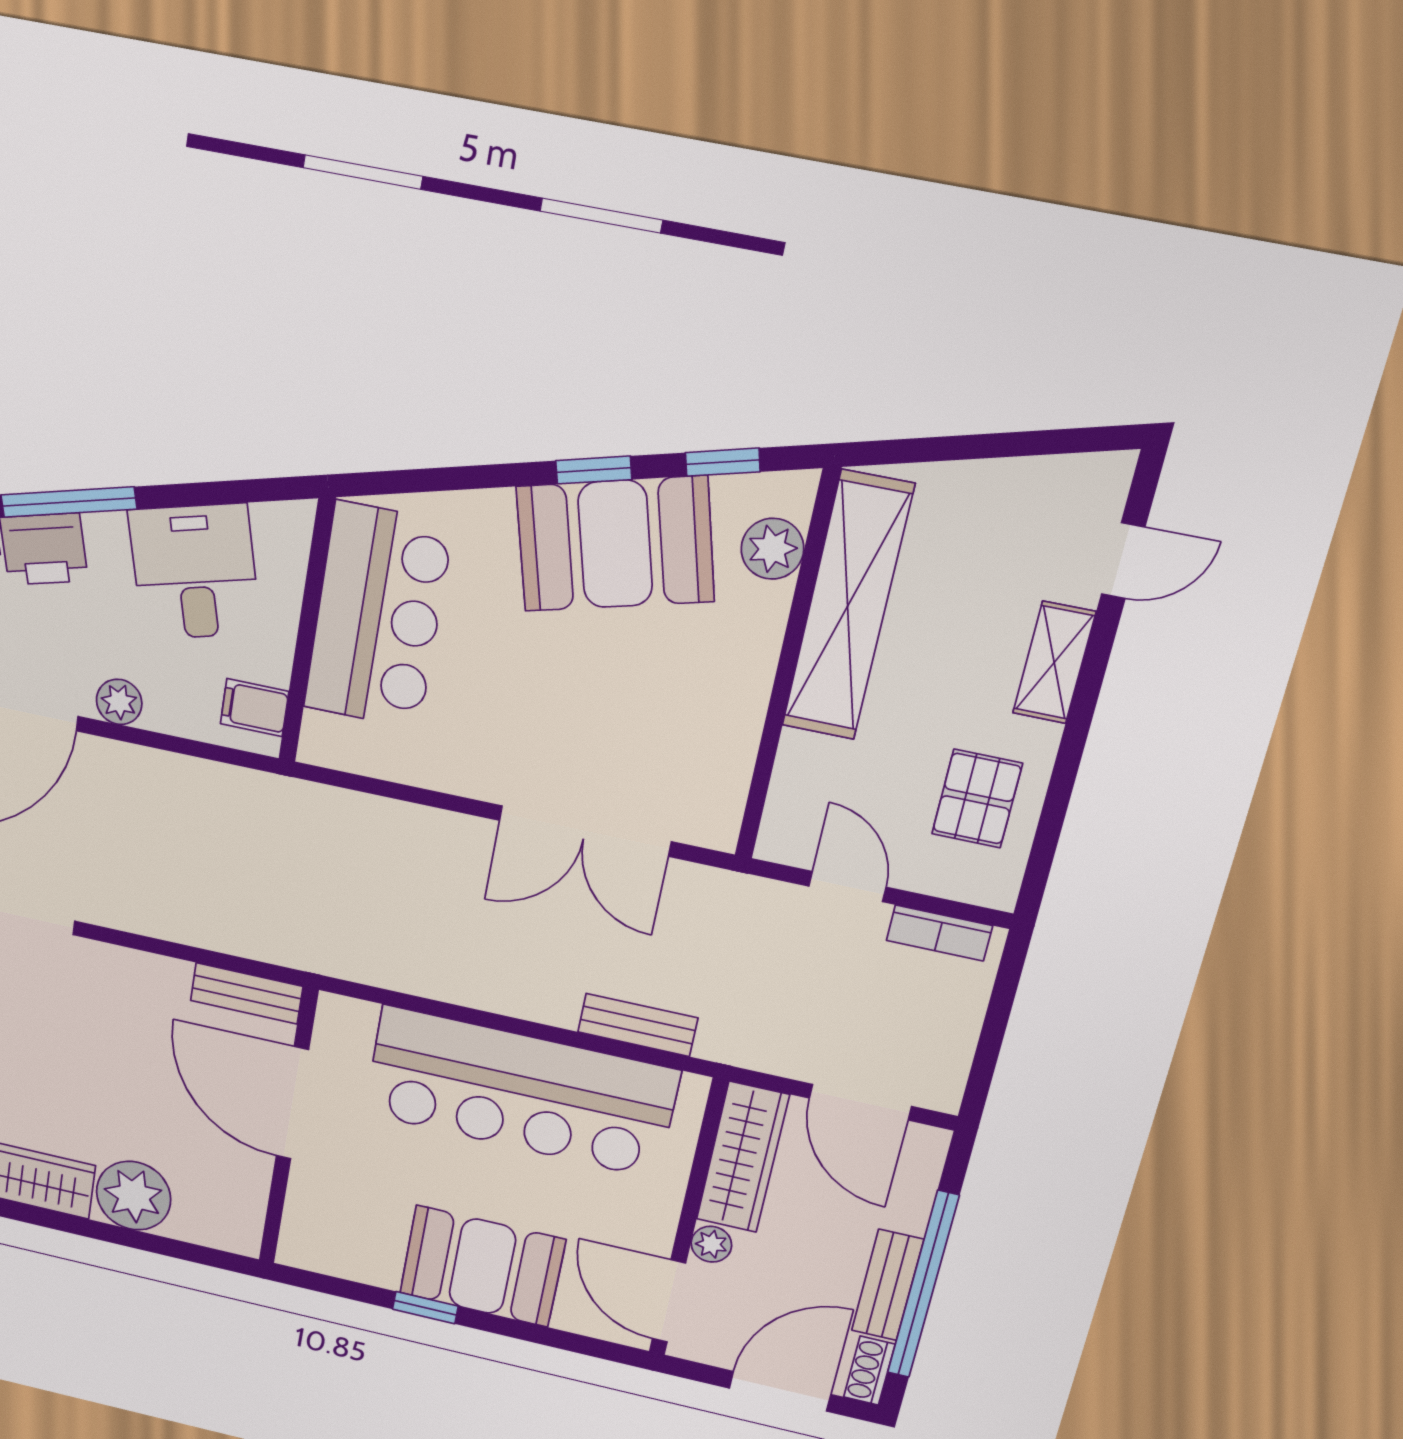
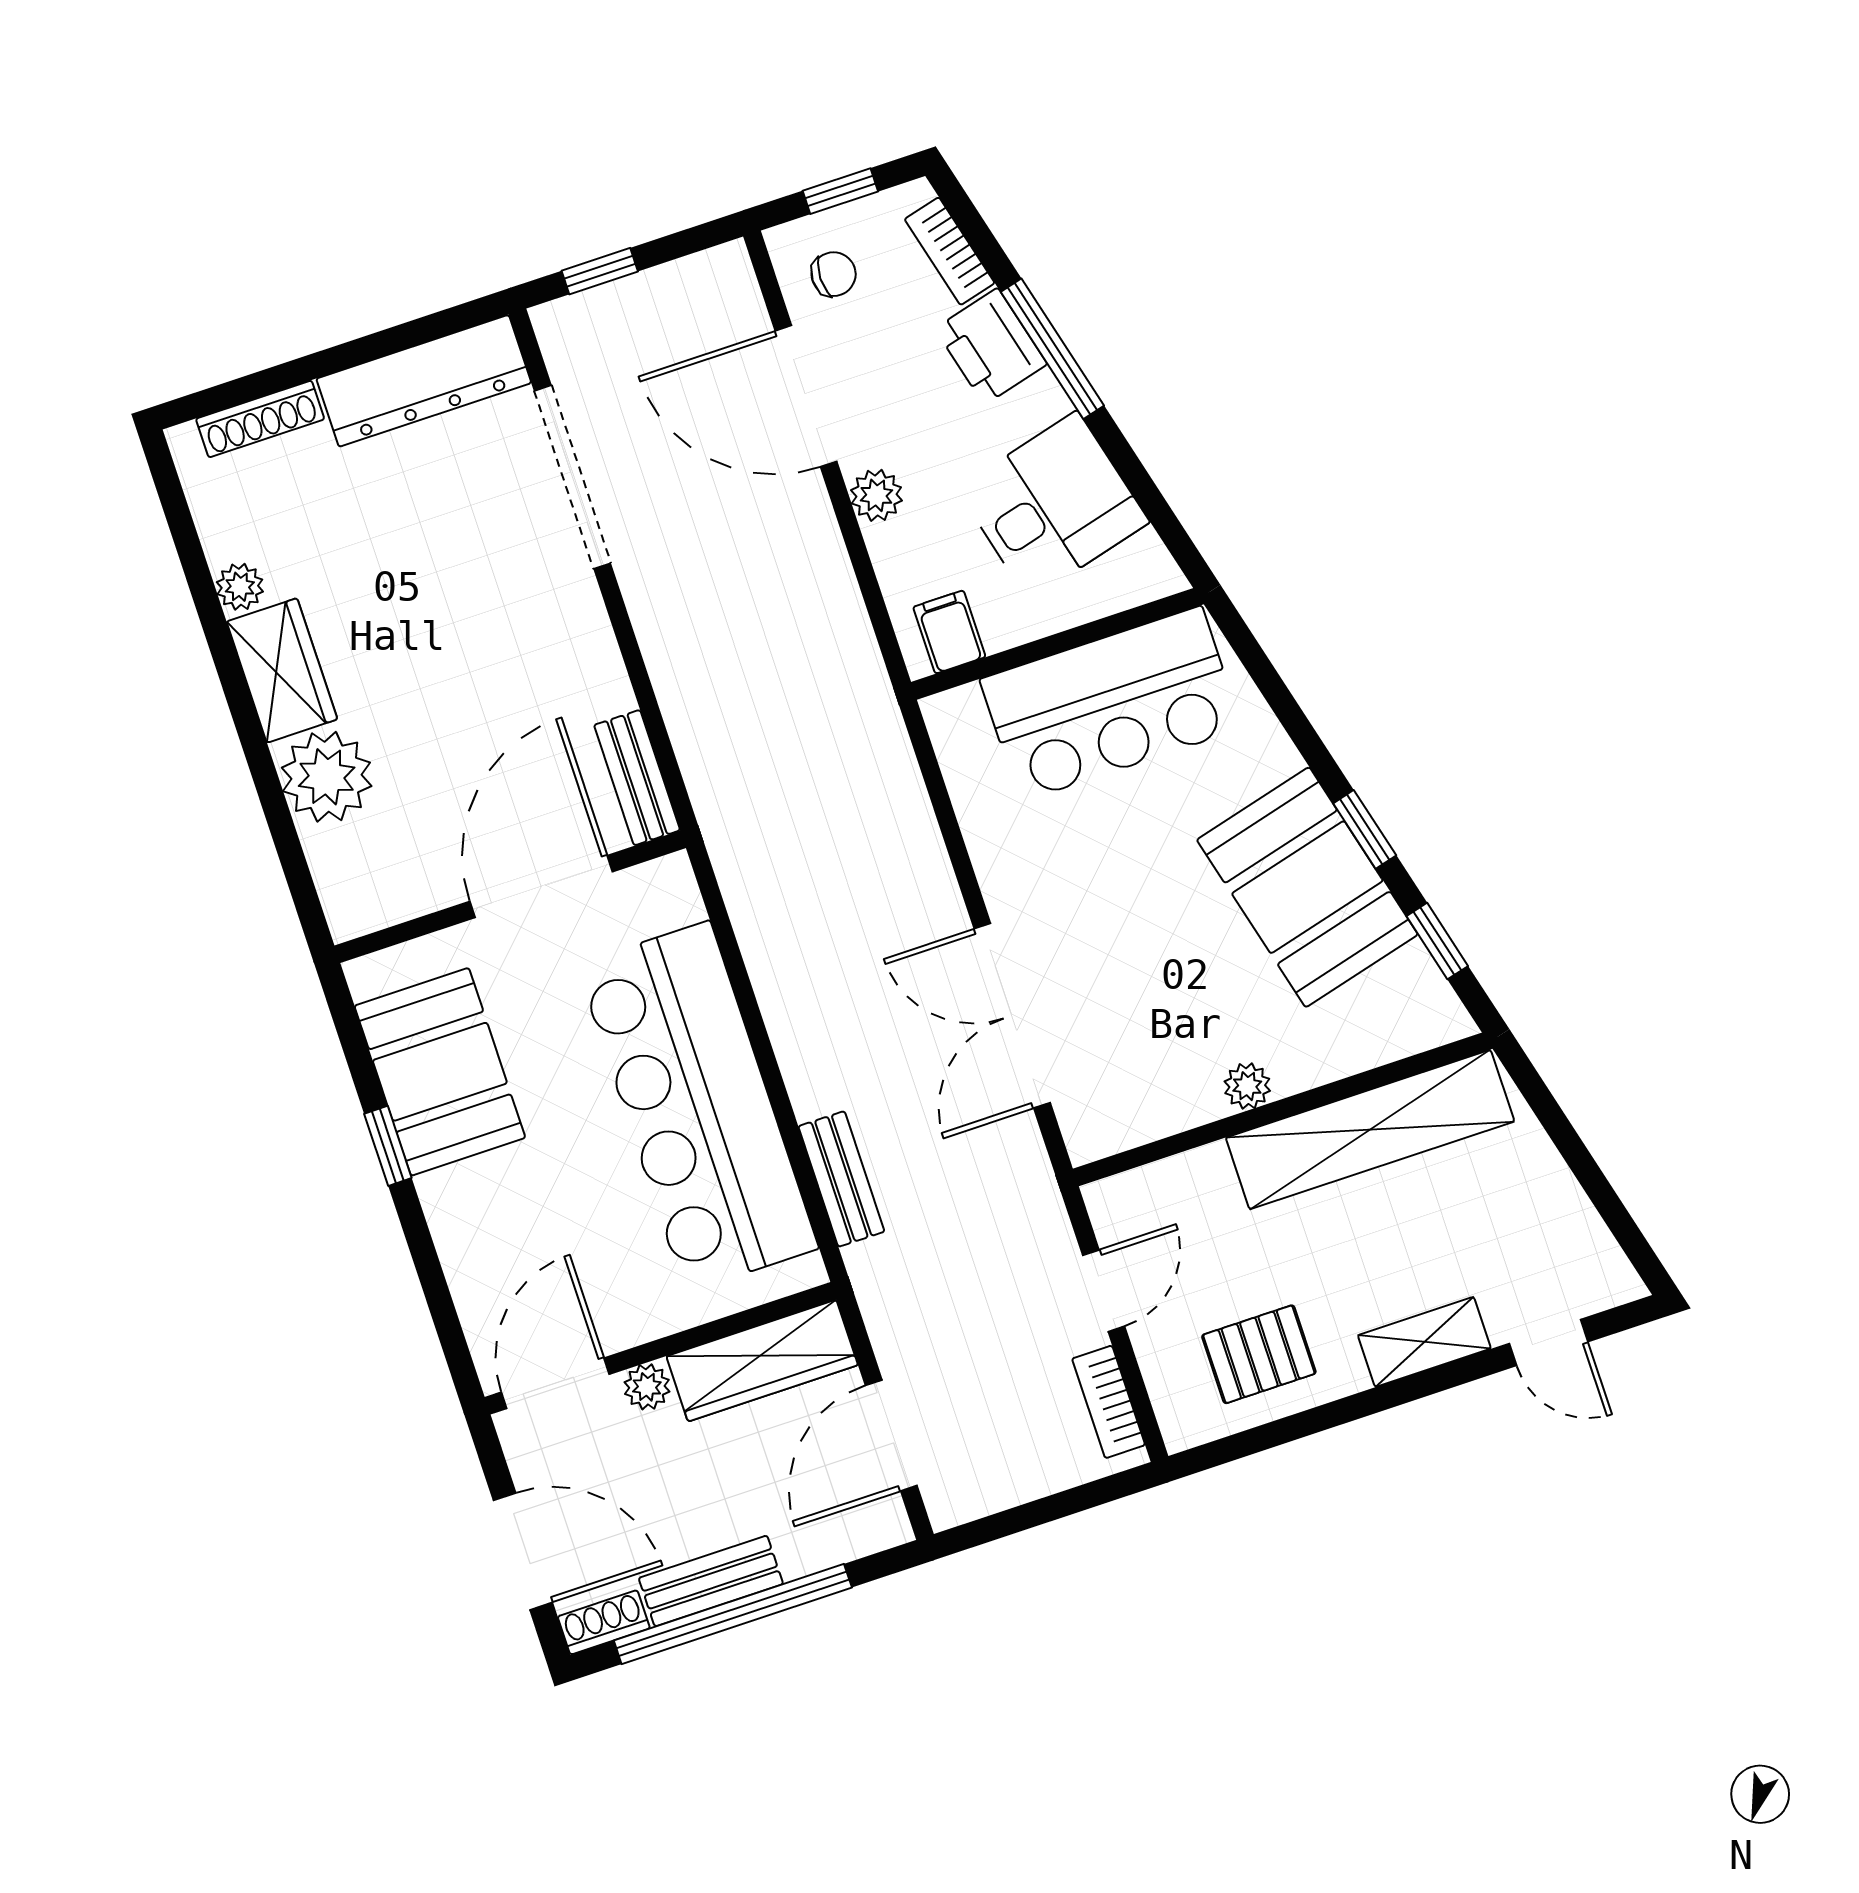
plant: (772, 549) -> (1247, 1086), moved, width x0.73, depth x0.73
booth: (482, 1266) -> (440, 1072), moved

